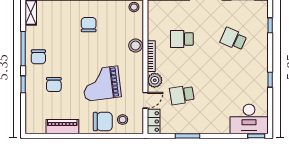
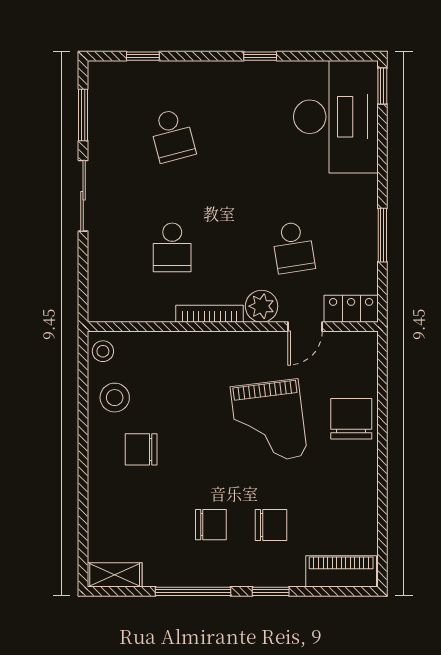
school desk: (234, 39) -> (172, 135), turned -39
stool: (136, 46) -> (115, 398), moved
chair: (38, 57) -> (211, 525), moved
door: (145, 100) -> (305, 327), swing flipped
desk: (249, 119) -> (336, 117), width x1.36, depth x1.30
stool: (123, 120) -> (347, 376), removed
piano: (62, 127) -> (341, 571), moved, turned 90

